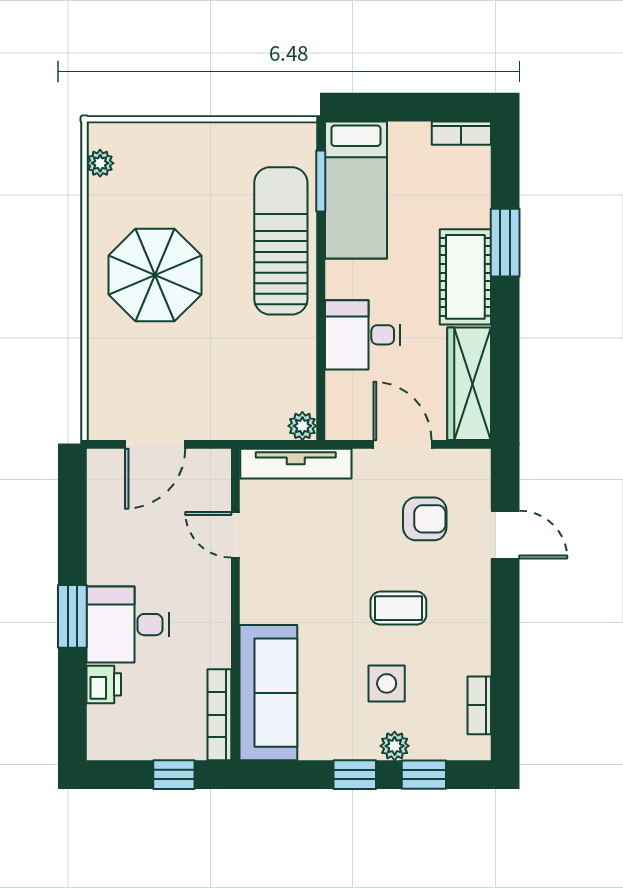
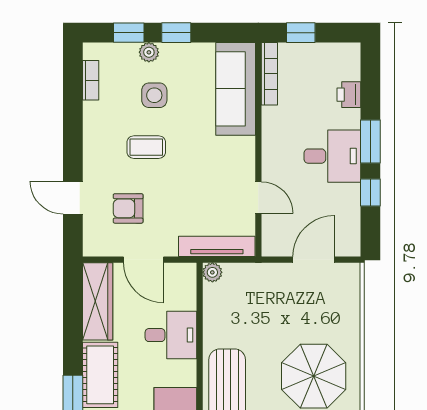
window: (72, 542) -> (370, 193), added
desk: (128, 625) -> (332, 156), moved

